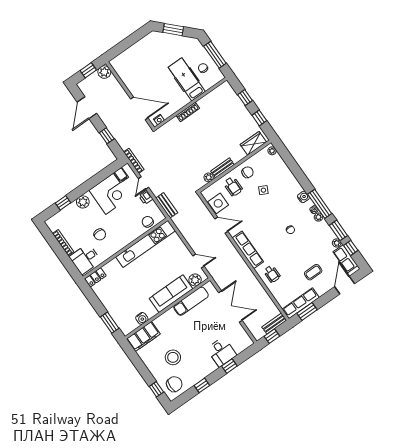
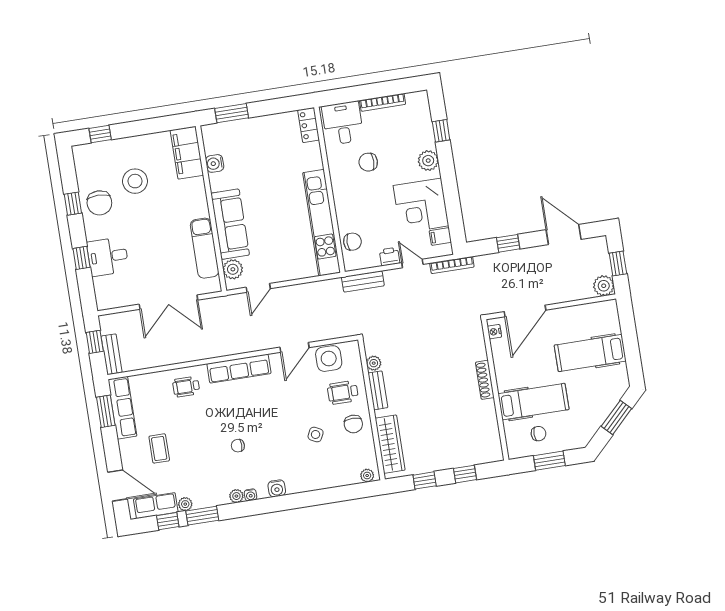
window: (215, 55) -> (549, 461), width x0.69
hospital bed: (145, 61) -> (590, 353), added
wardrobe: (253, 143) -> (390, 444), width x1.50
window: (320, 204) -> (255, 507), removed
chair: (174, 384) -> (99, 203), moved

